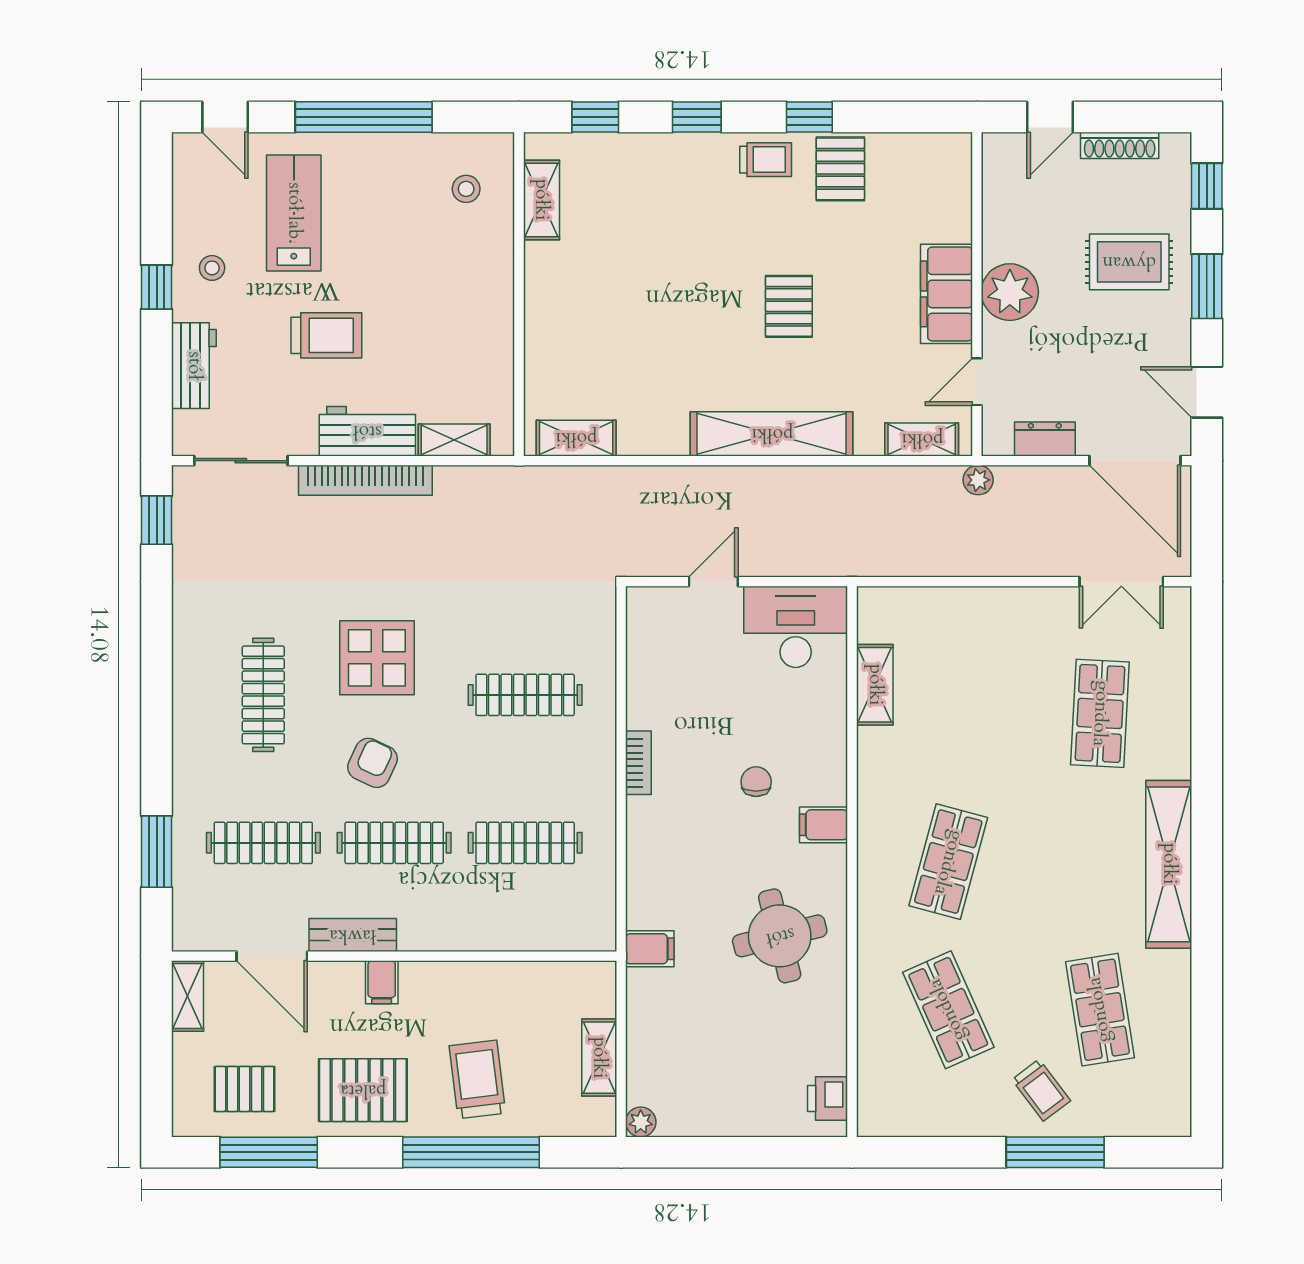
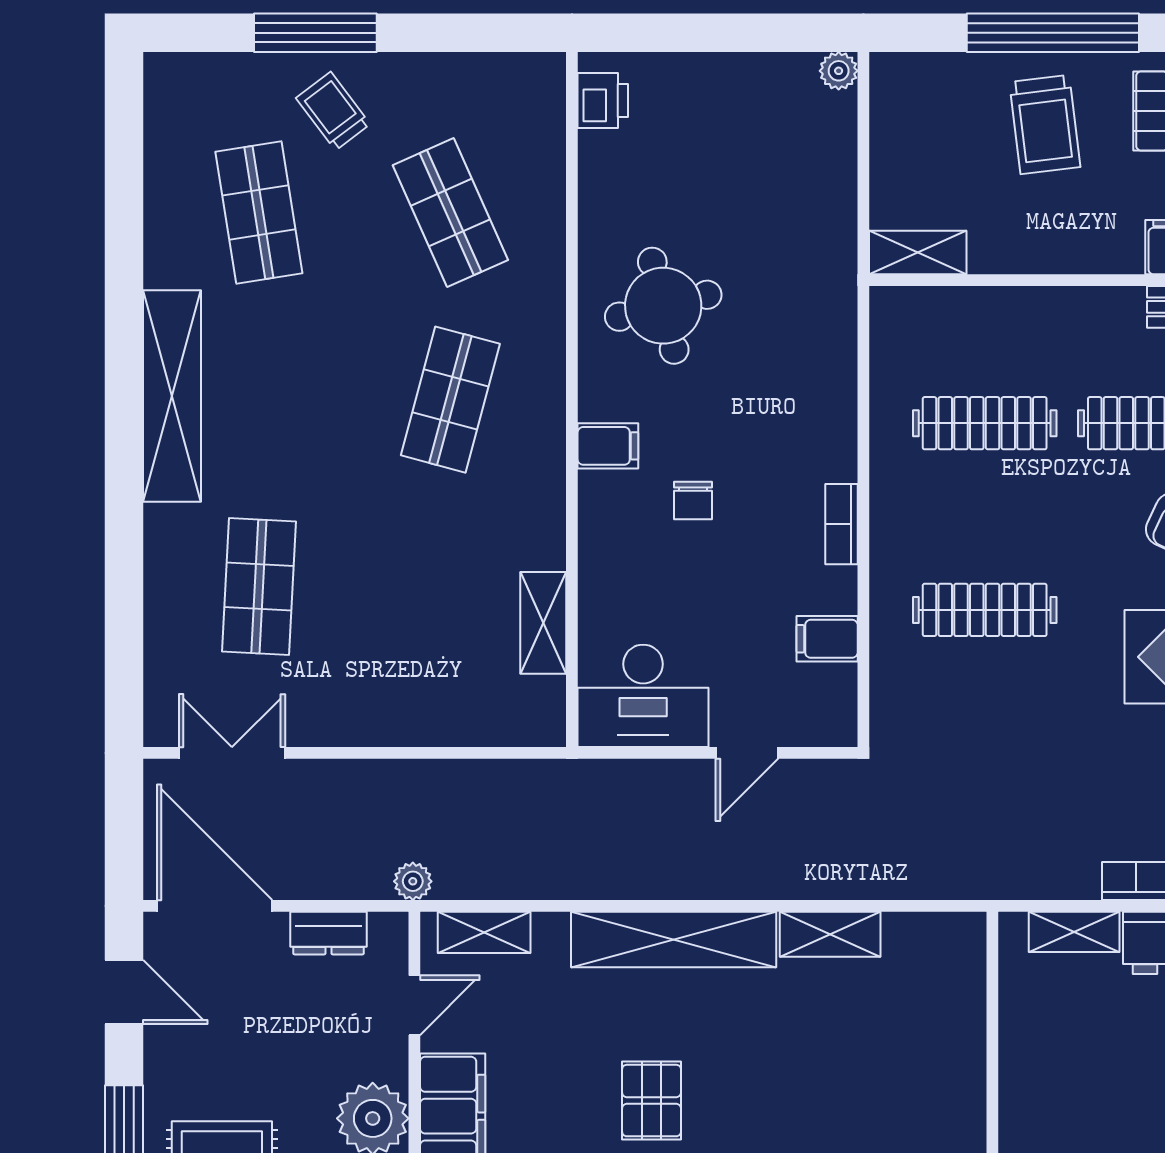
shelving: (576, 438) -> (830, 934), moved
filing cabinet: (650, 949) -> (827, 639), moved
shelving: (599, 1058) -> (918, 252), moved, turned 90

